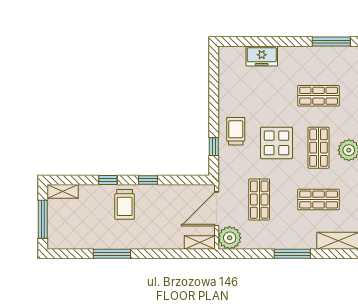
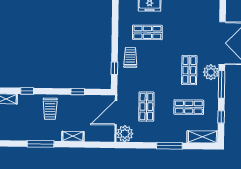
shop shelf: (319, 96) -> (147, 32), moved
display table: (276, 143) -> (159, 66), removed
window: (108, 180) -> (27, 91), moved
window: (148, 180) -> (78, 92), moved
shelving: (200, 242) -> (73, 136), moved

